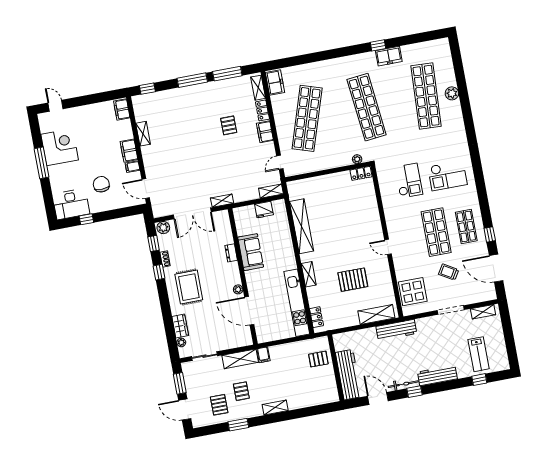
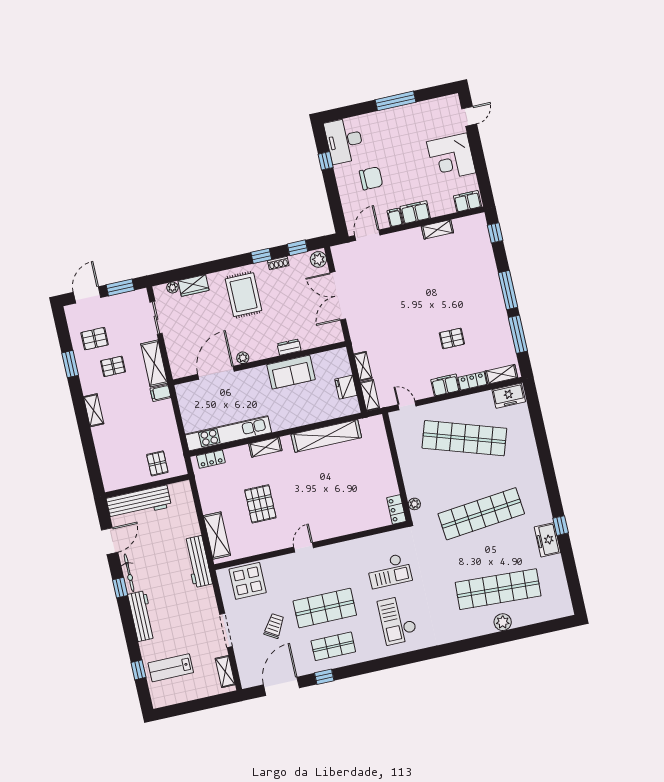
corner desk: (60, 147) -> (451, 157), moved, turned 90
shelving: (222, 201) -> (363, 366), moved
rug: (189, 287) -> (244, 295), turned 90

